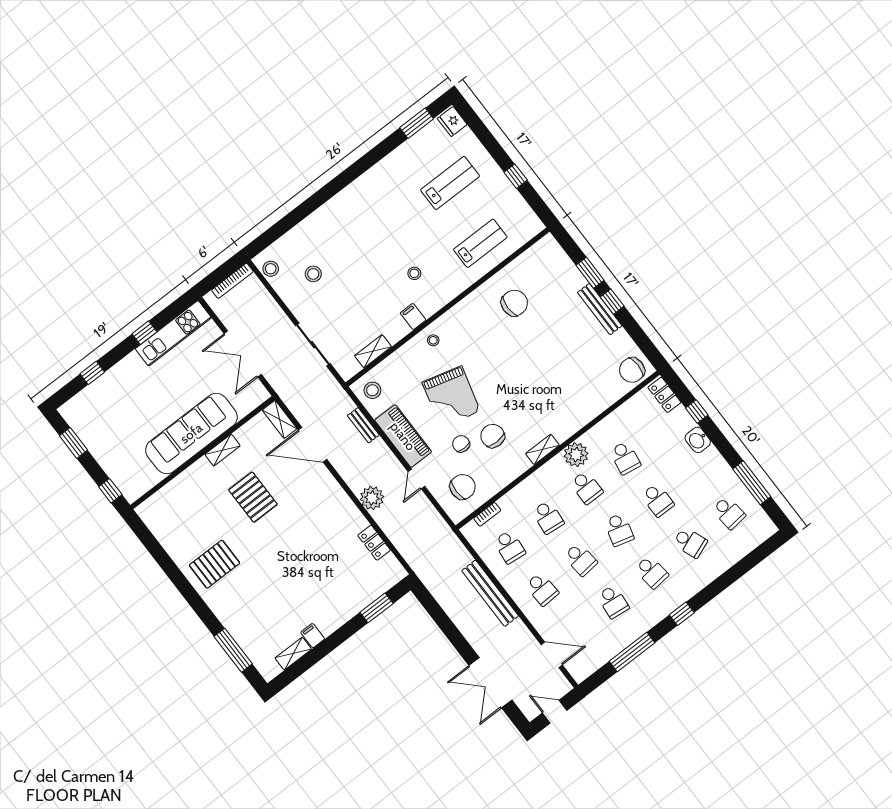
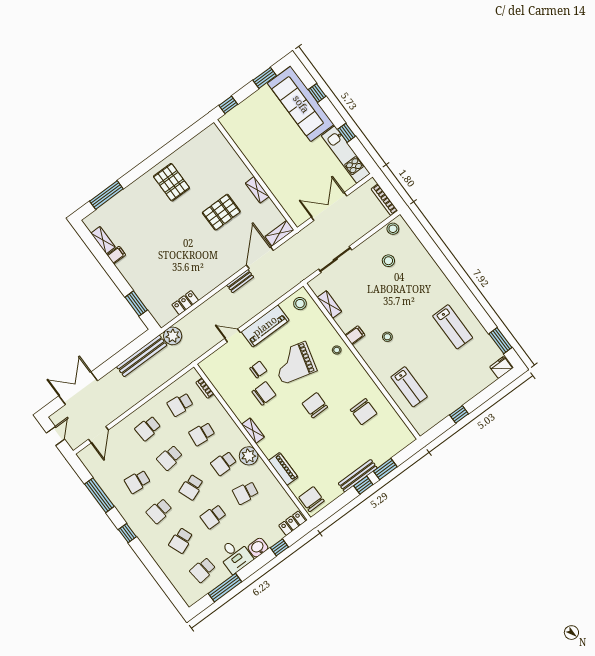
lab bench: (450, 183) -> (453, 327), moved
piano: (593, 408) -> (283, 469), added
bench: (363, 425) -> (240, 281), moved
sofa: (191, 433) -> (301, 104), moved, turned 180
desk: (709, 470) -> (235, 556), added
chair: (463, 487) -> (315, 405), moved, turned 180
plant: (372, 498) -> (173, 336), moved
school desk: (619, 530) -> (191, 487), turned -36
bench: (490, 593) -> (142, 356), moved

